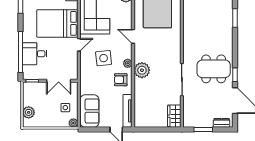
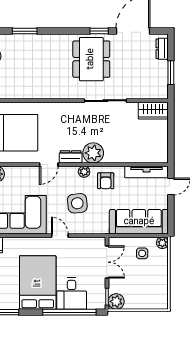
bed: (57, 23) -> (38, 283), moved, turned 180
dresser: (139, 53) -> (71, 157), added
sofa: (89, 111) -> (139, 222), width x1.36
plant: (29, 112) -> (116, 301), moved

